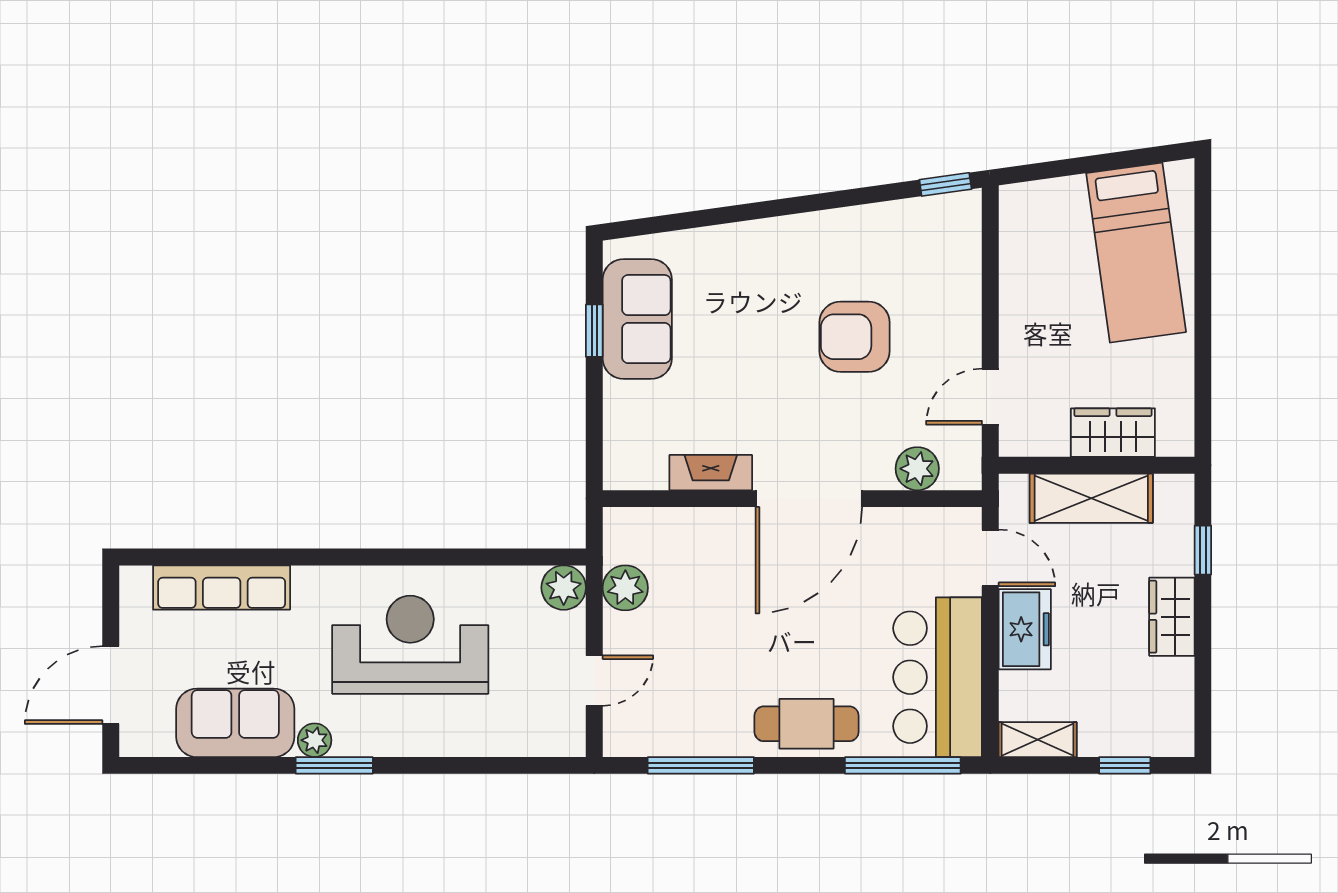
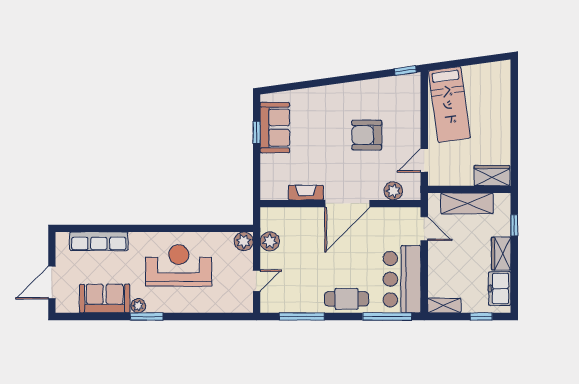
bed: (1136, 253) -> (449, 105), moved
wardrobe: (1113, 433) -> (492, 176), moved
freezer: (1025, 629) -> (500, 289), moved, turned 180

